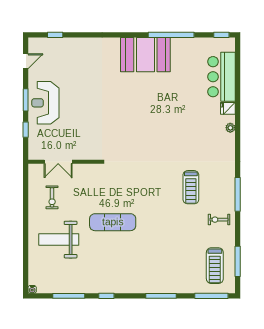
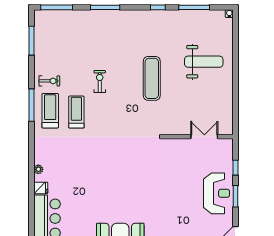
exercise bike: (52, 197) -> (100, 81), moved
exercise mat: (113, 222) -> (152, 78), turned 90
treadmill: (215, 266) -> (50, 111), moved

